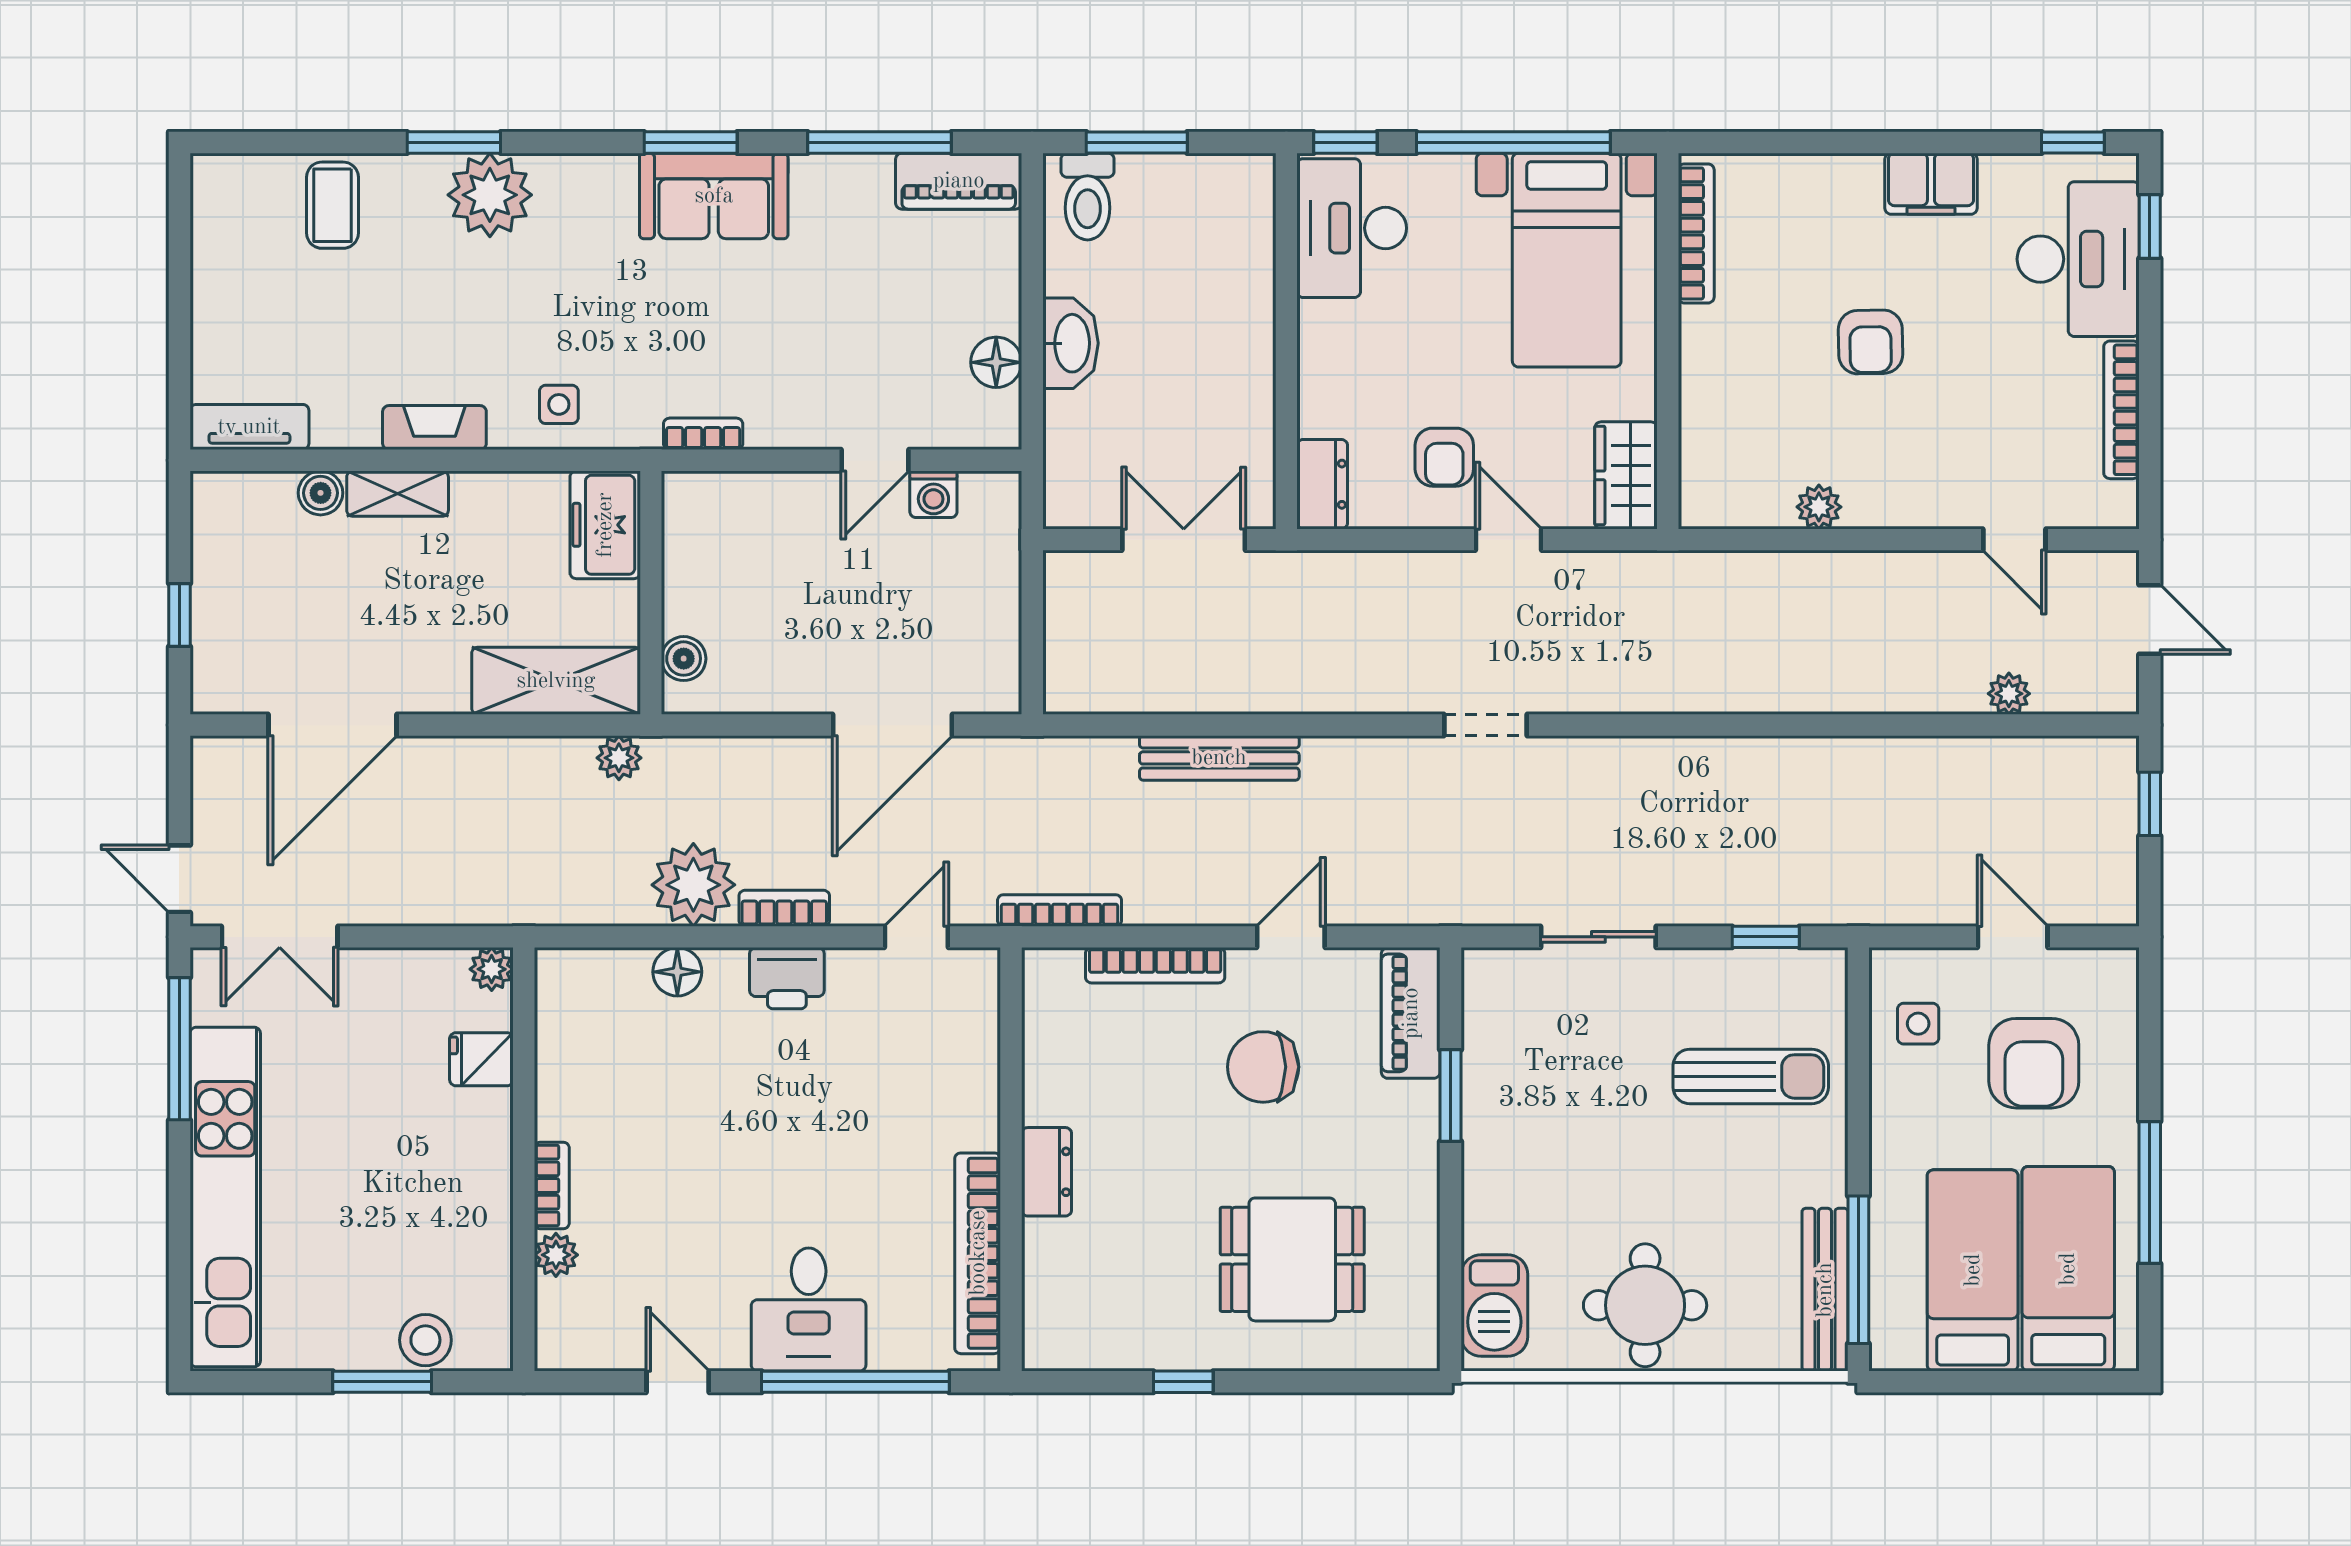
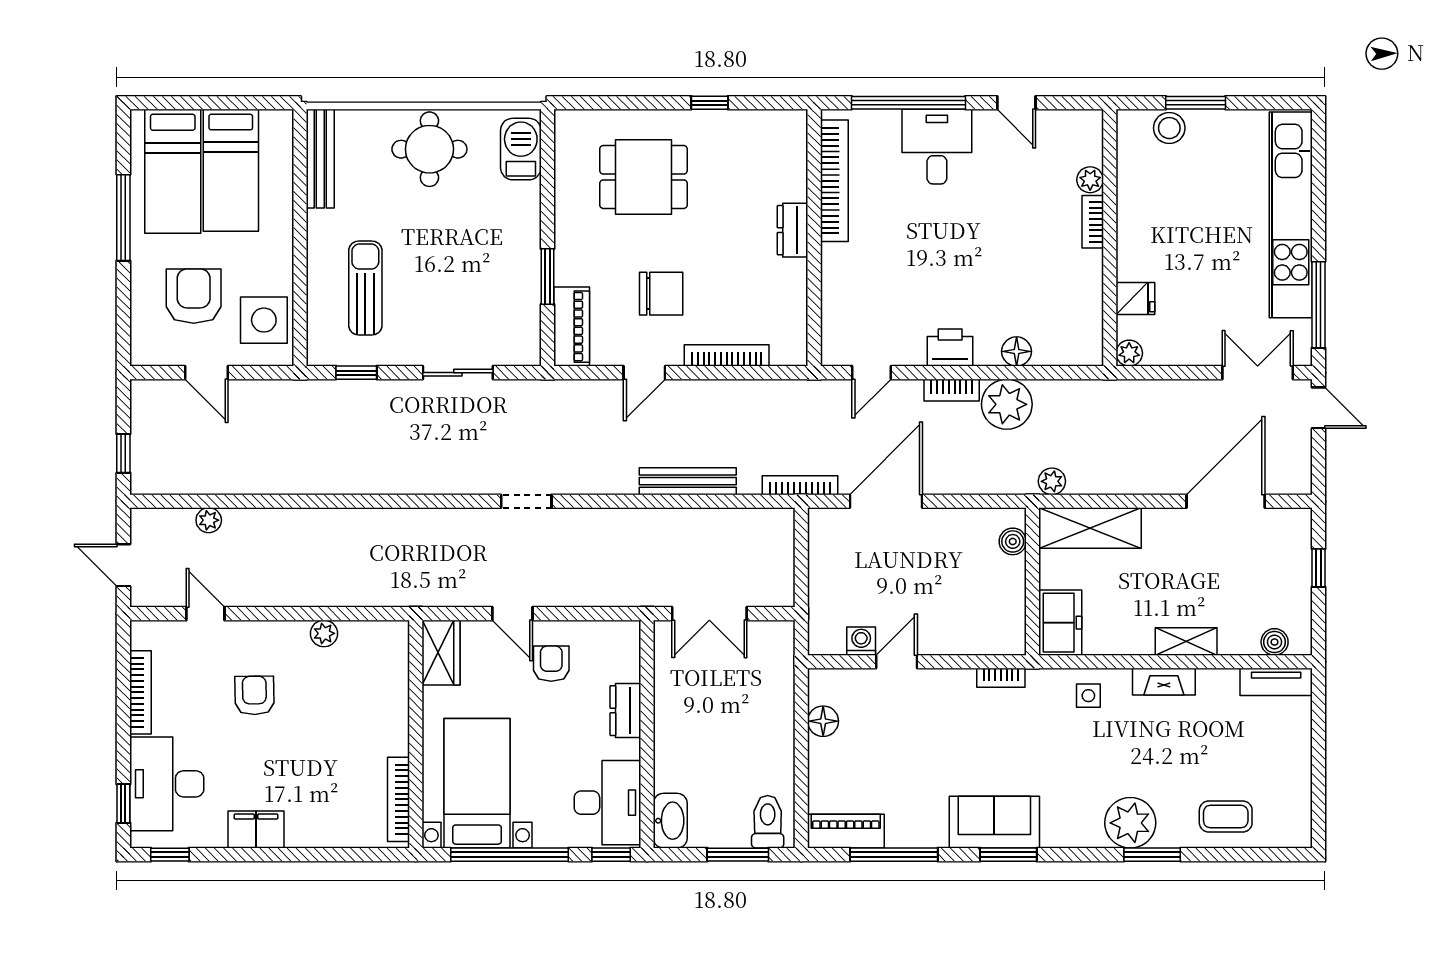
coffee table: (332, 205) -> (1226, 817), turned 90
armchair: (1870, 342) -> (254, 695), moved
washbasin: (1070, 343) -> (670, 821), moved, turned 180
dresser: (1322, 484) -> (625, 711), moved
boiler: (321, 493) -> (1275, 642), moved
bookcase: (1060, 910) -> (800, 485), moved, turned 180
side table: (1918, 1024) -> (264, 320), width x1.87, depth x1.87
sun lounger: (1751, 1076) -> (365, 288), turned 90
window: (1858, 1270) -> (300, 171), removed

